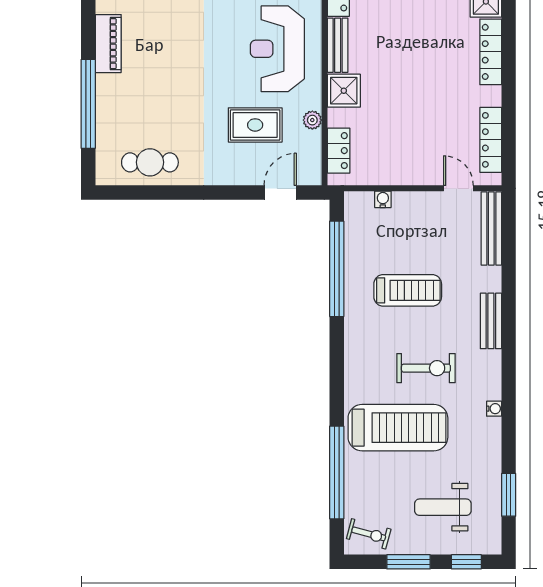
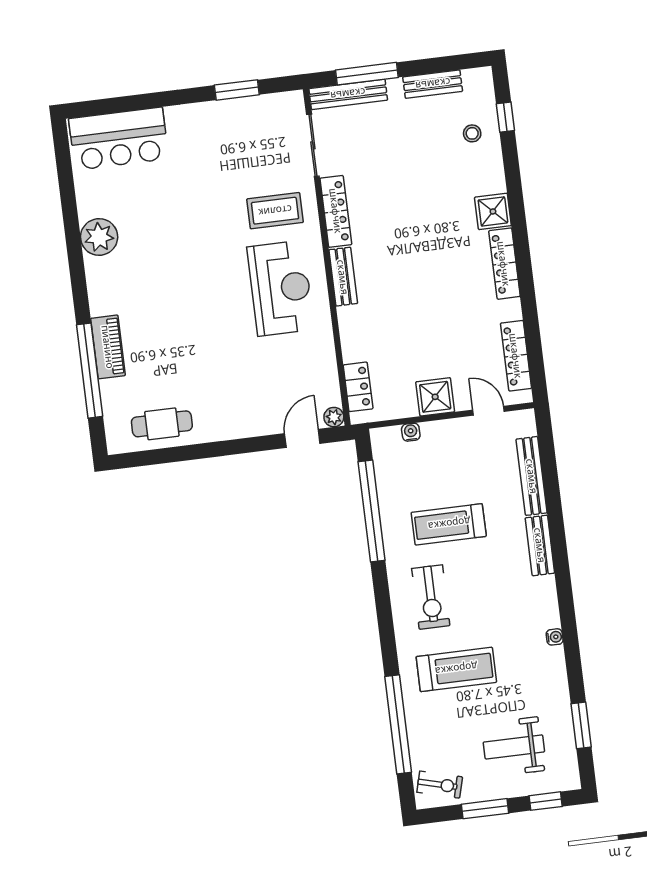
piano: (108, 44) -> (108, 347), moved
reception desk: (277, 49) -> (281, 288), turned 180
shower: (344, 91) -> (435, 397), moved
plant: (312, 120) -> (334, 417), moved
rug: (255, 125) -> (267, 371), removed
bench: (491, 229) -> (532, 476), moved
treadmill: (408, 290) -> (449, 524), turned 180
exercise bike: (426, 368) -> (431, 597), moved, turned 90
treadmill: (398, 428) -> (456, 669), width x0.73, depth x0.73

